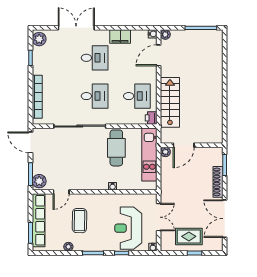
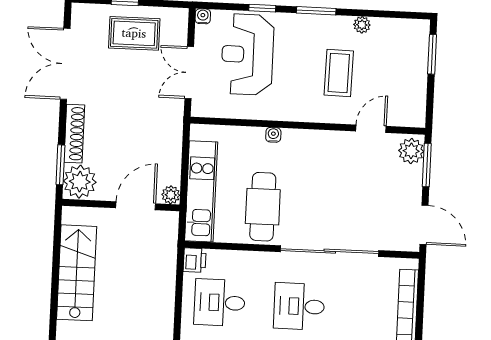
stairs: (170, 102) -> (77, 273), moved, turned 180
plant: (214, 157) -> (80, 182), added
double door: (225, 219) -> (65, 64), swing flipped
row of seats: (39, 220) -> (416, 77), removed
reception desk: (128, 228) -> (247, 54), turned 180

